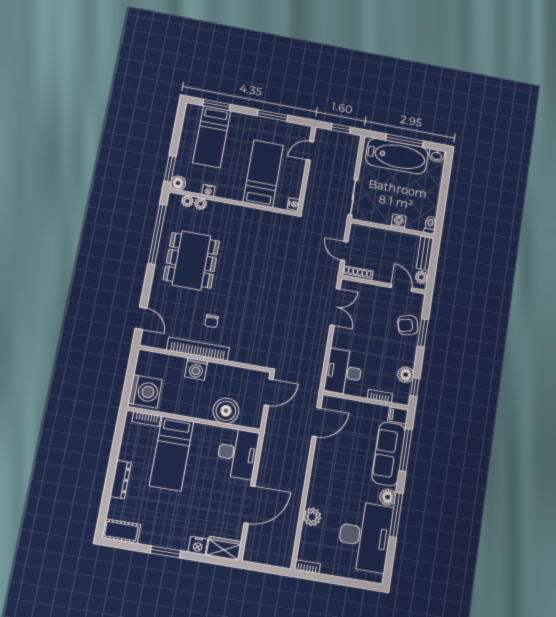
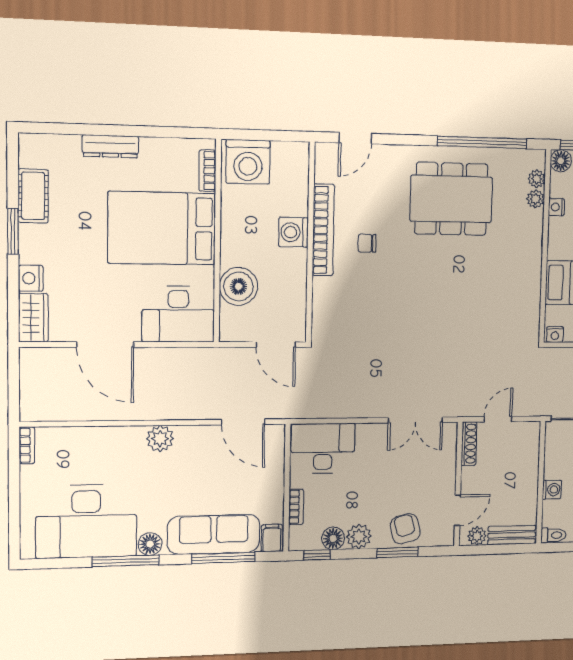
plant: (407, 357) -> (359, 537), added
bed: (172, 454) -> (162, 228), width x1.50
plant: (312, 517) -> (160, 439), moved
cot: (121, 531) -> (33, 196), moved

